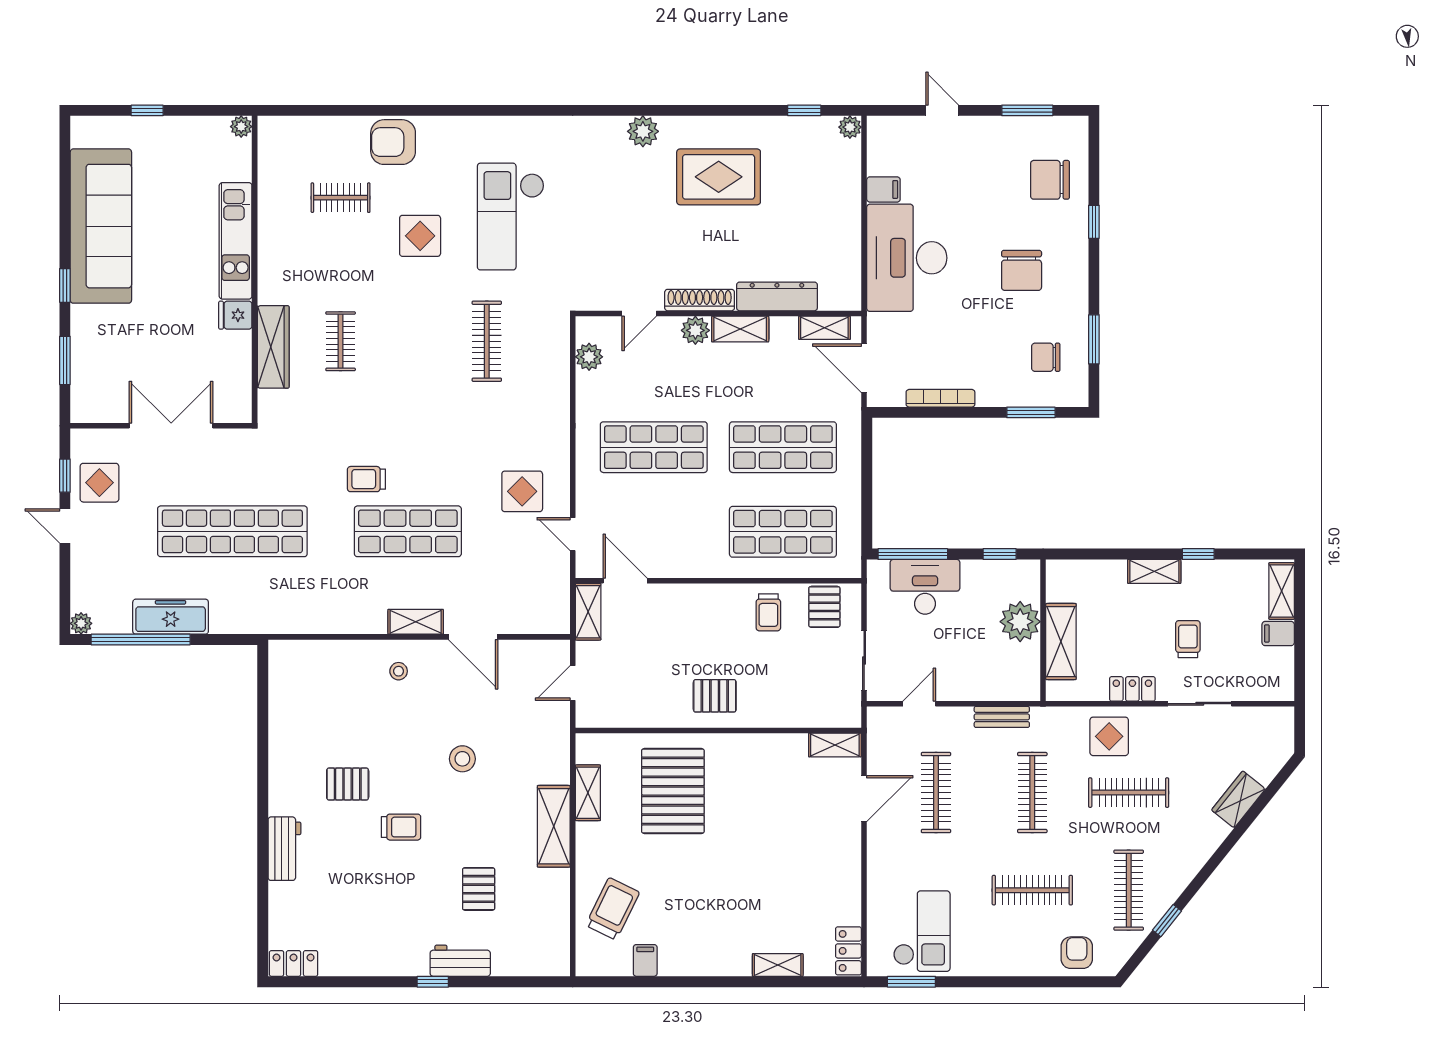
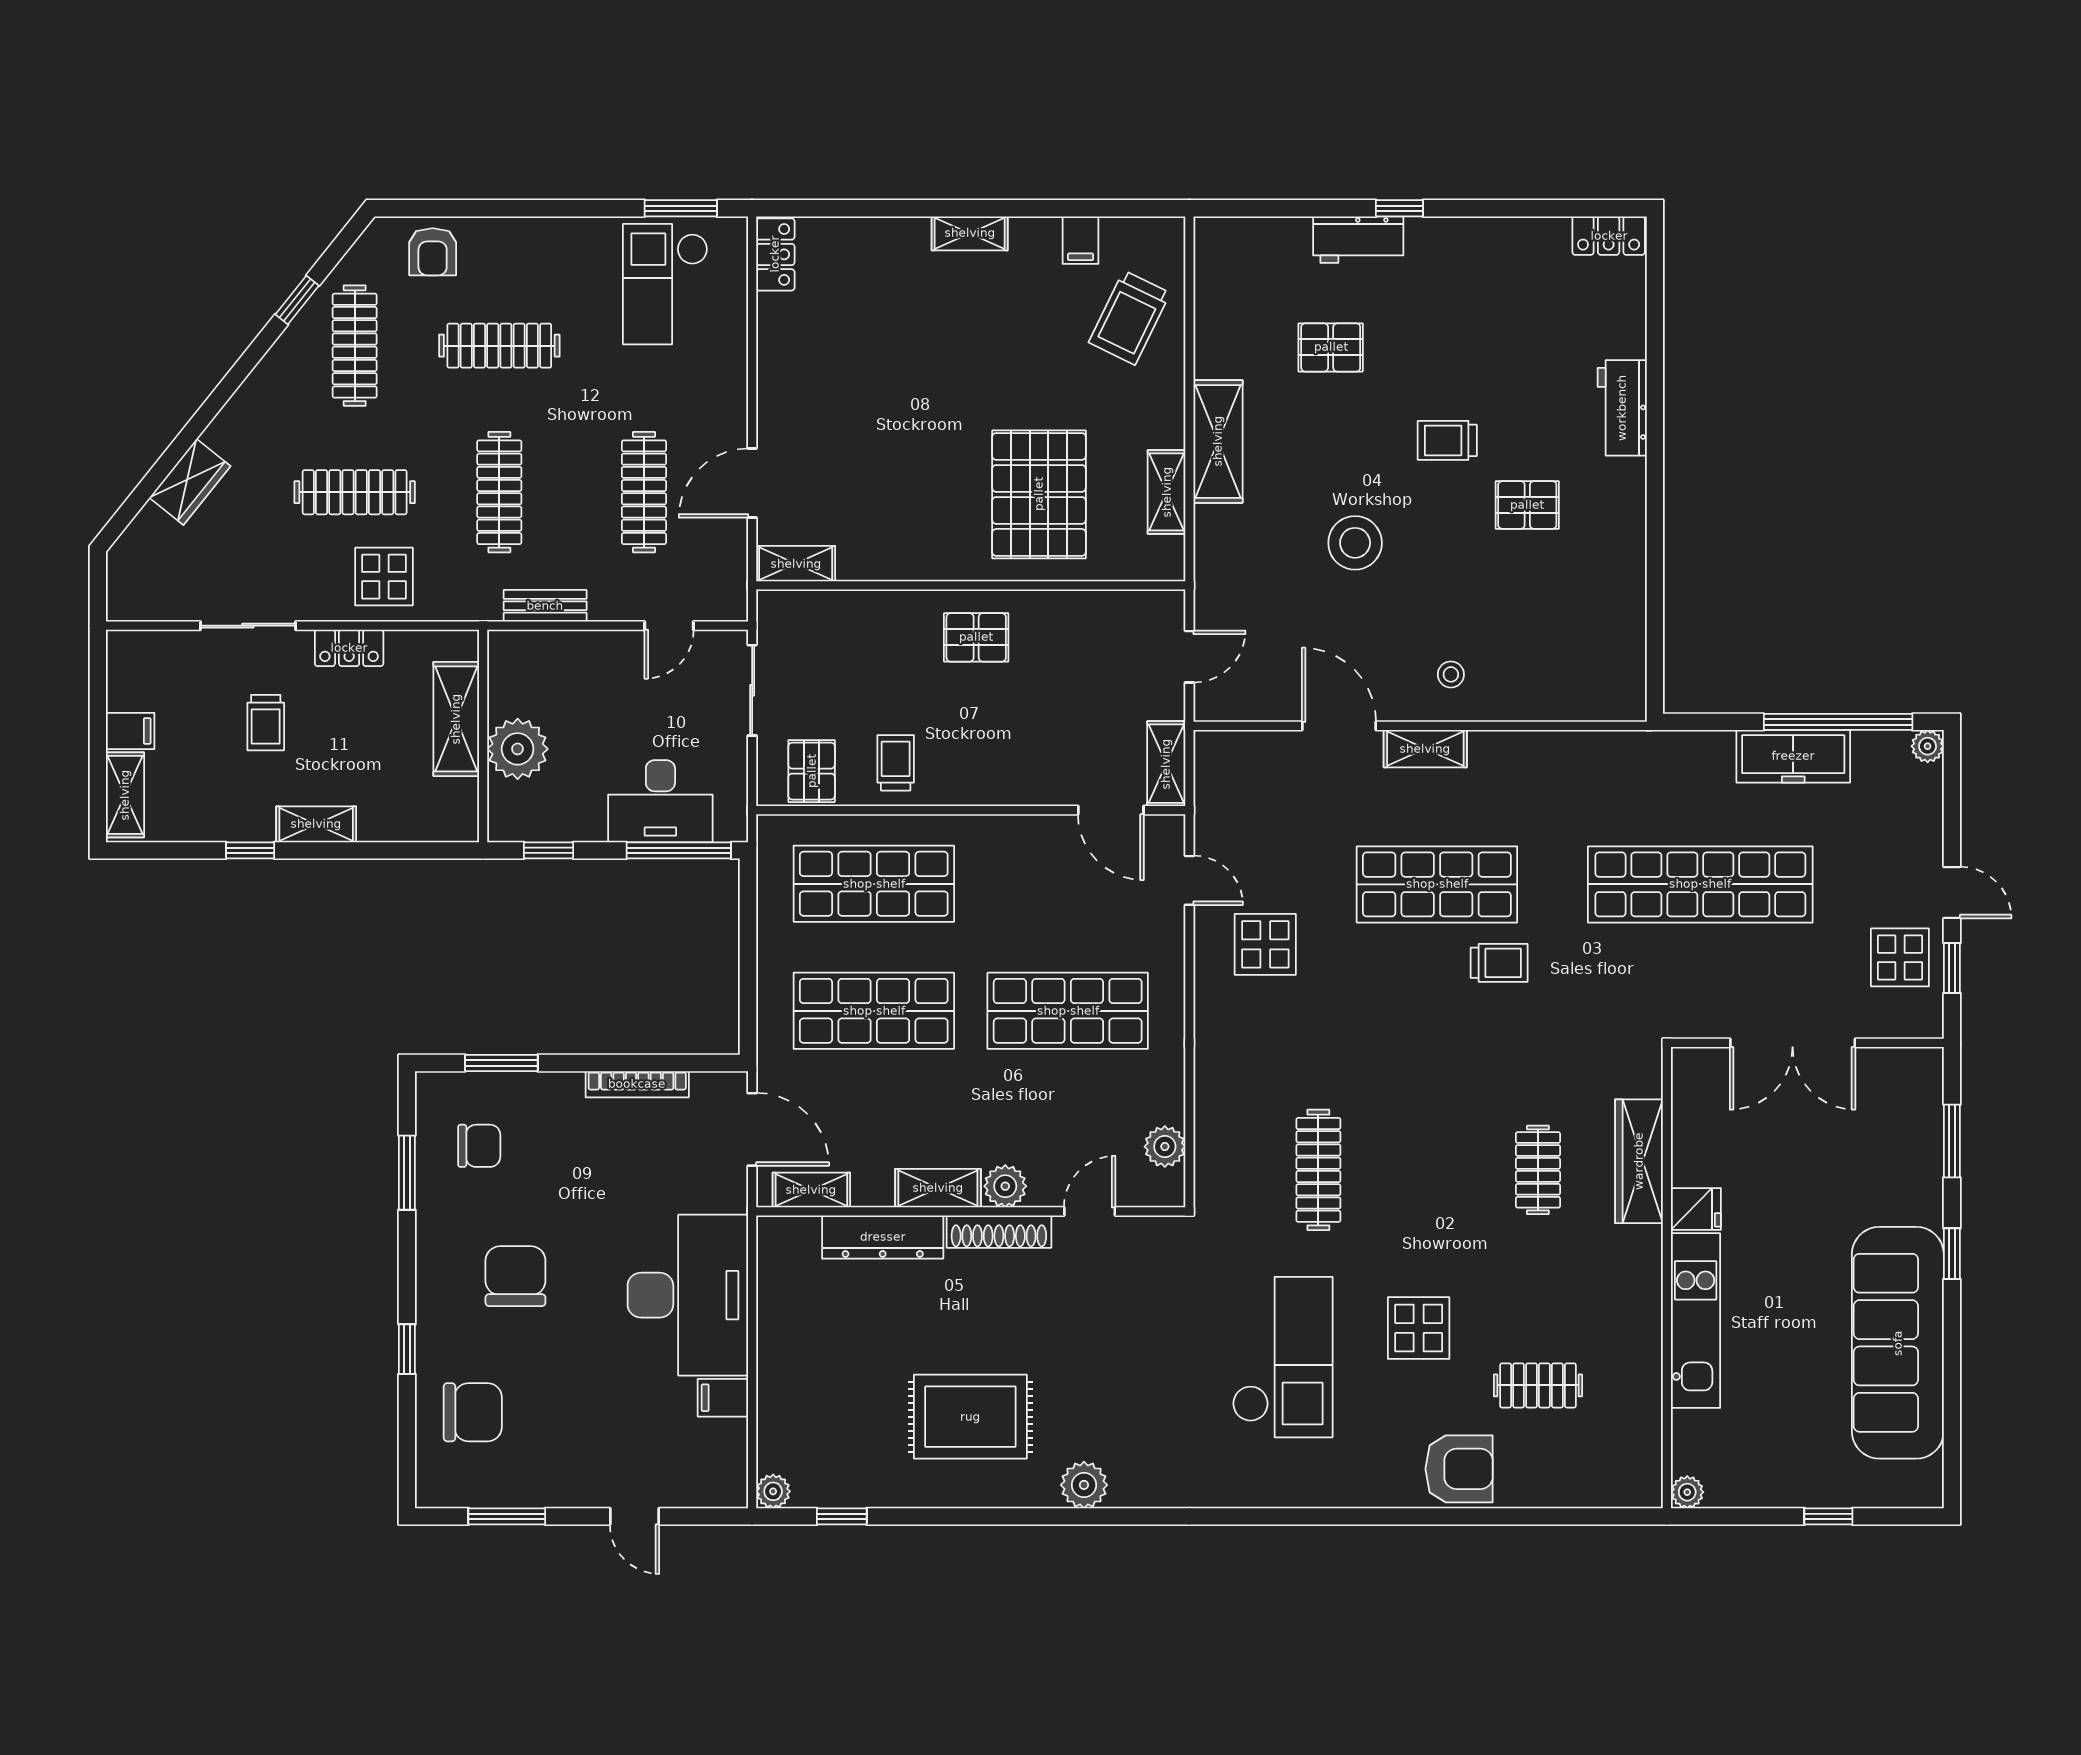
stool: (462, 759) -> (1355, 543), width x1.38, depth x1.38
pallet: (479, 889) -> (1331, 347), turned 90
shelving: (778, 965) -> (970, 233), moved

